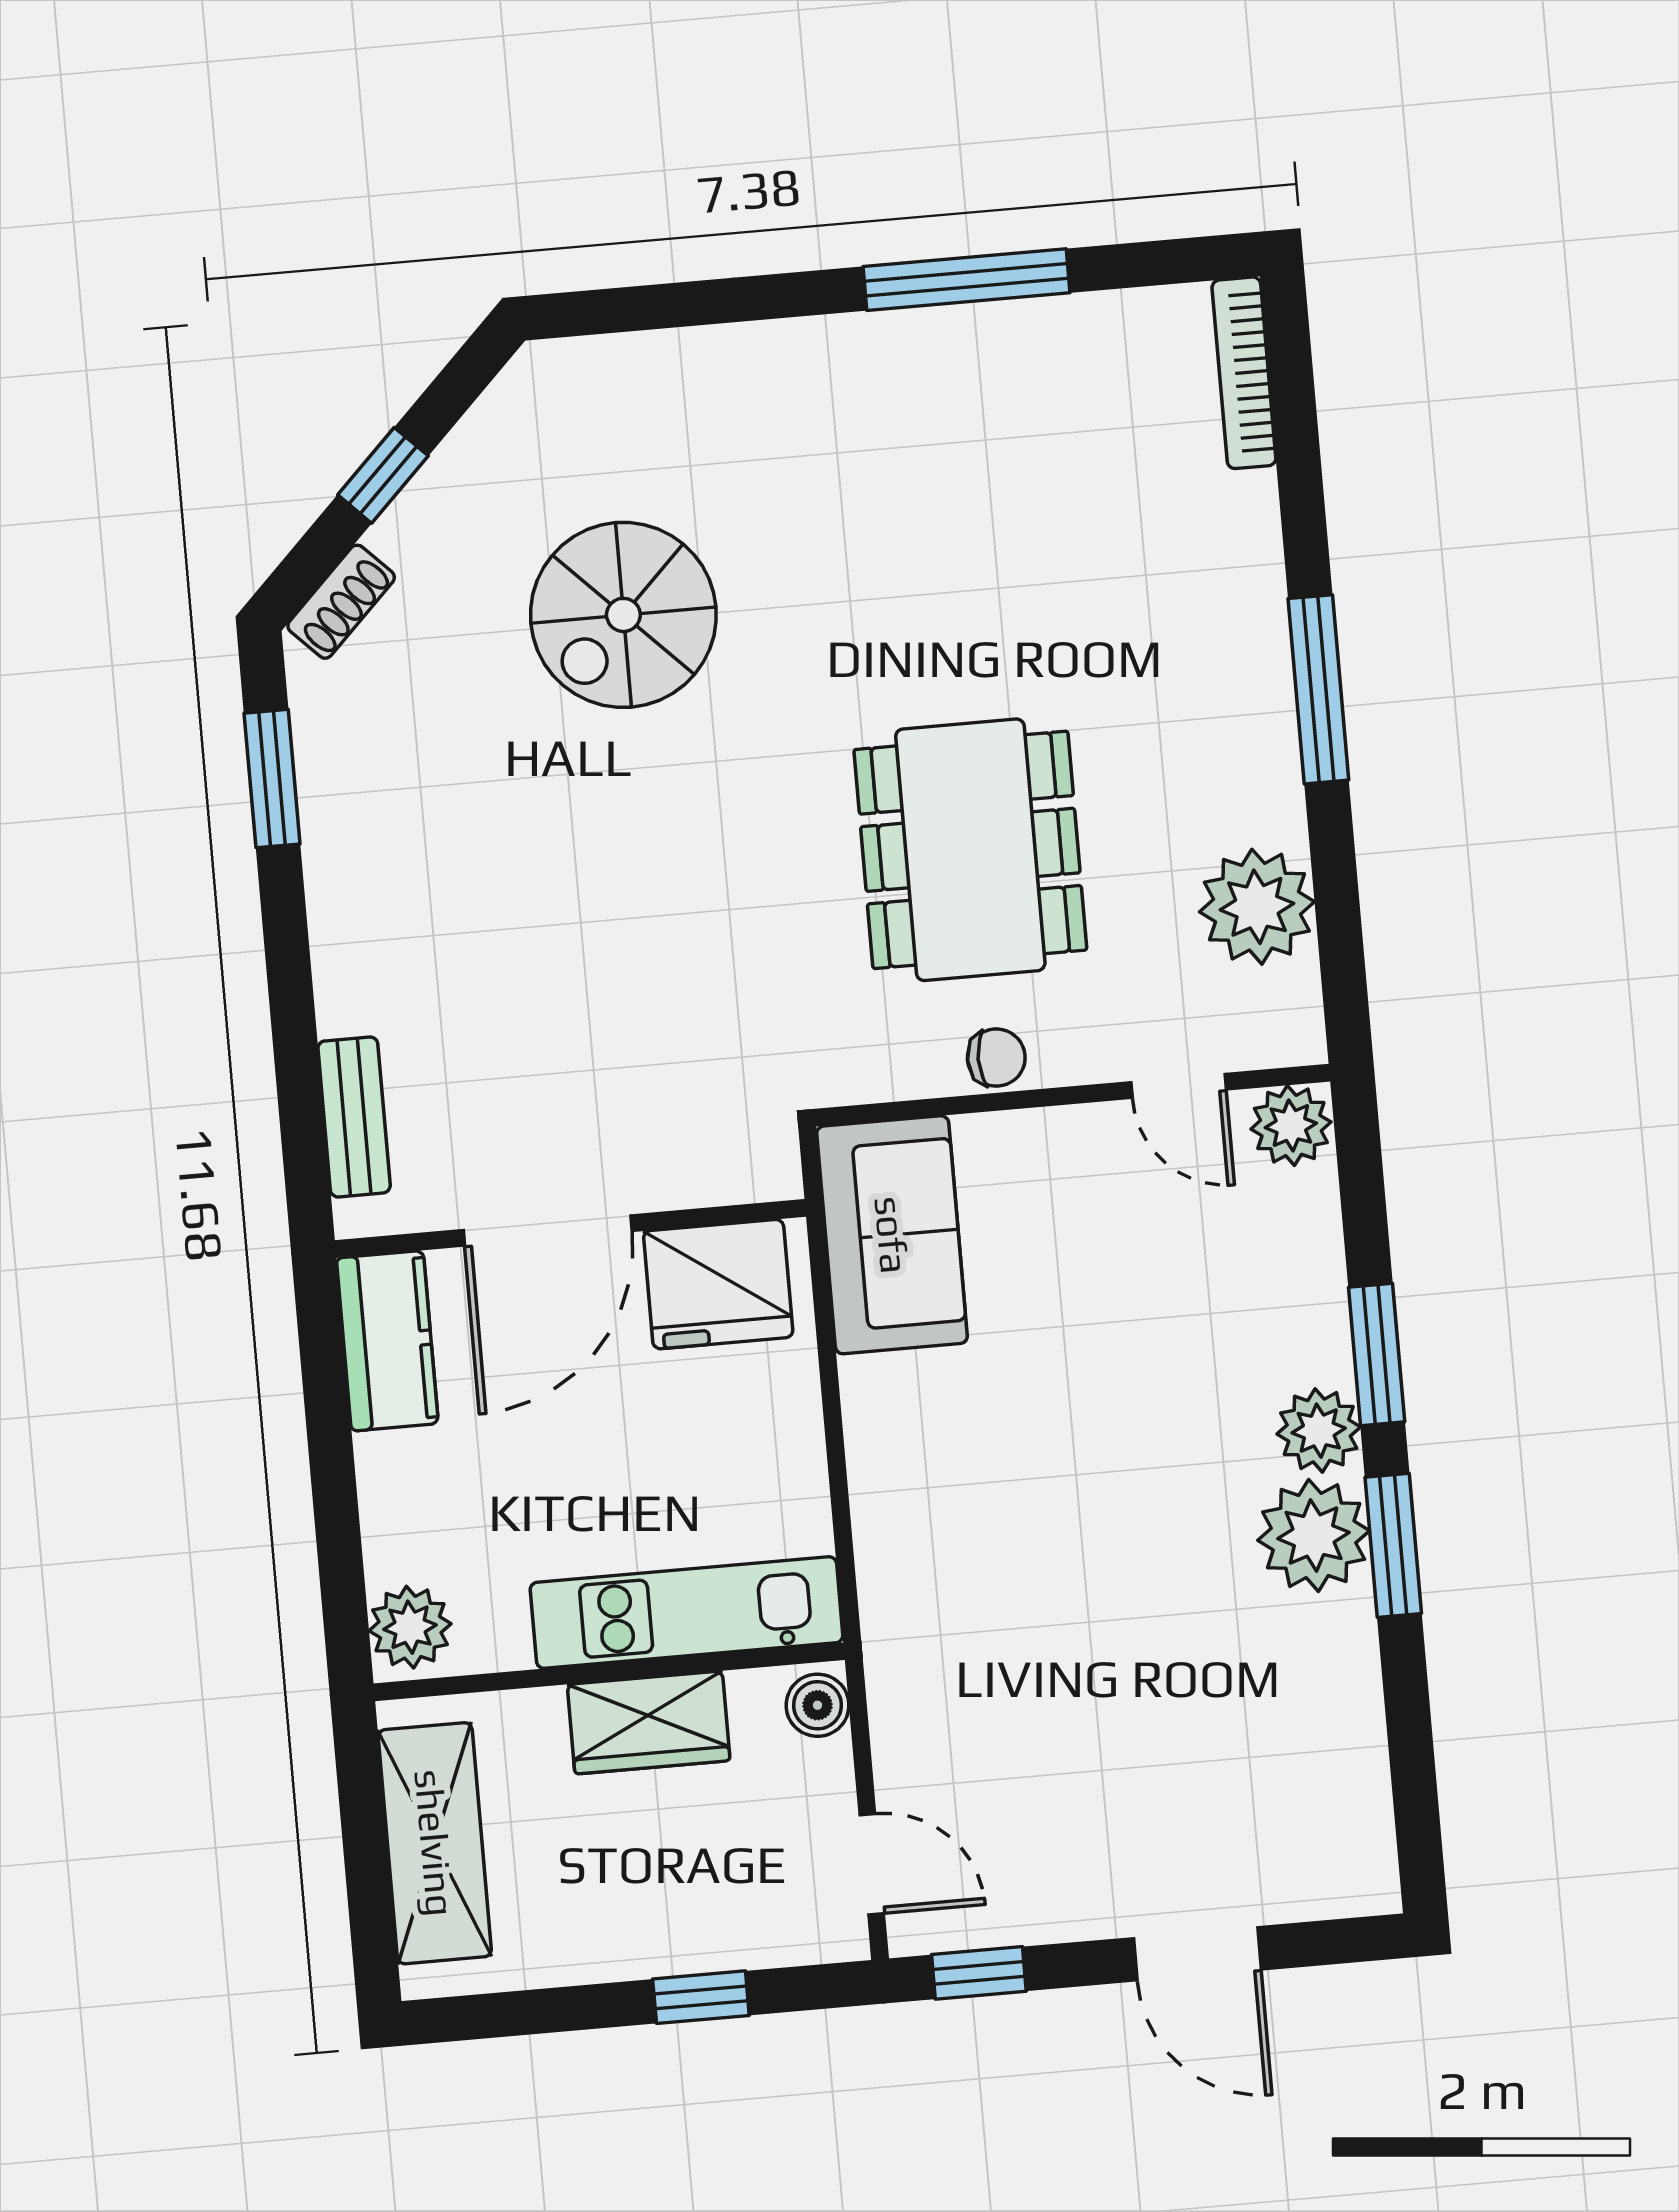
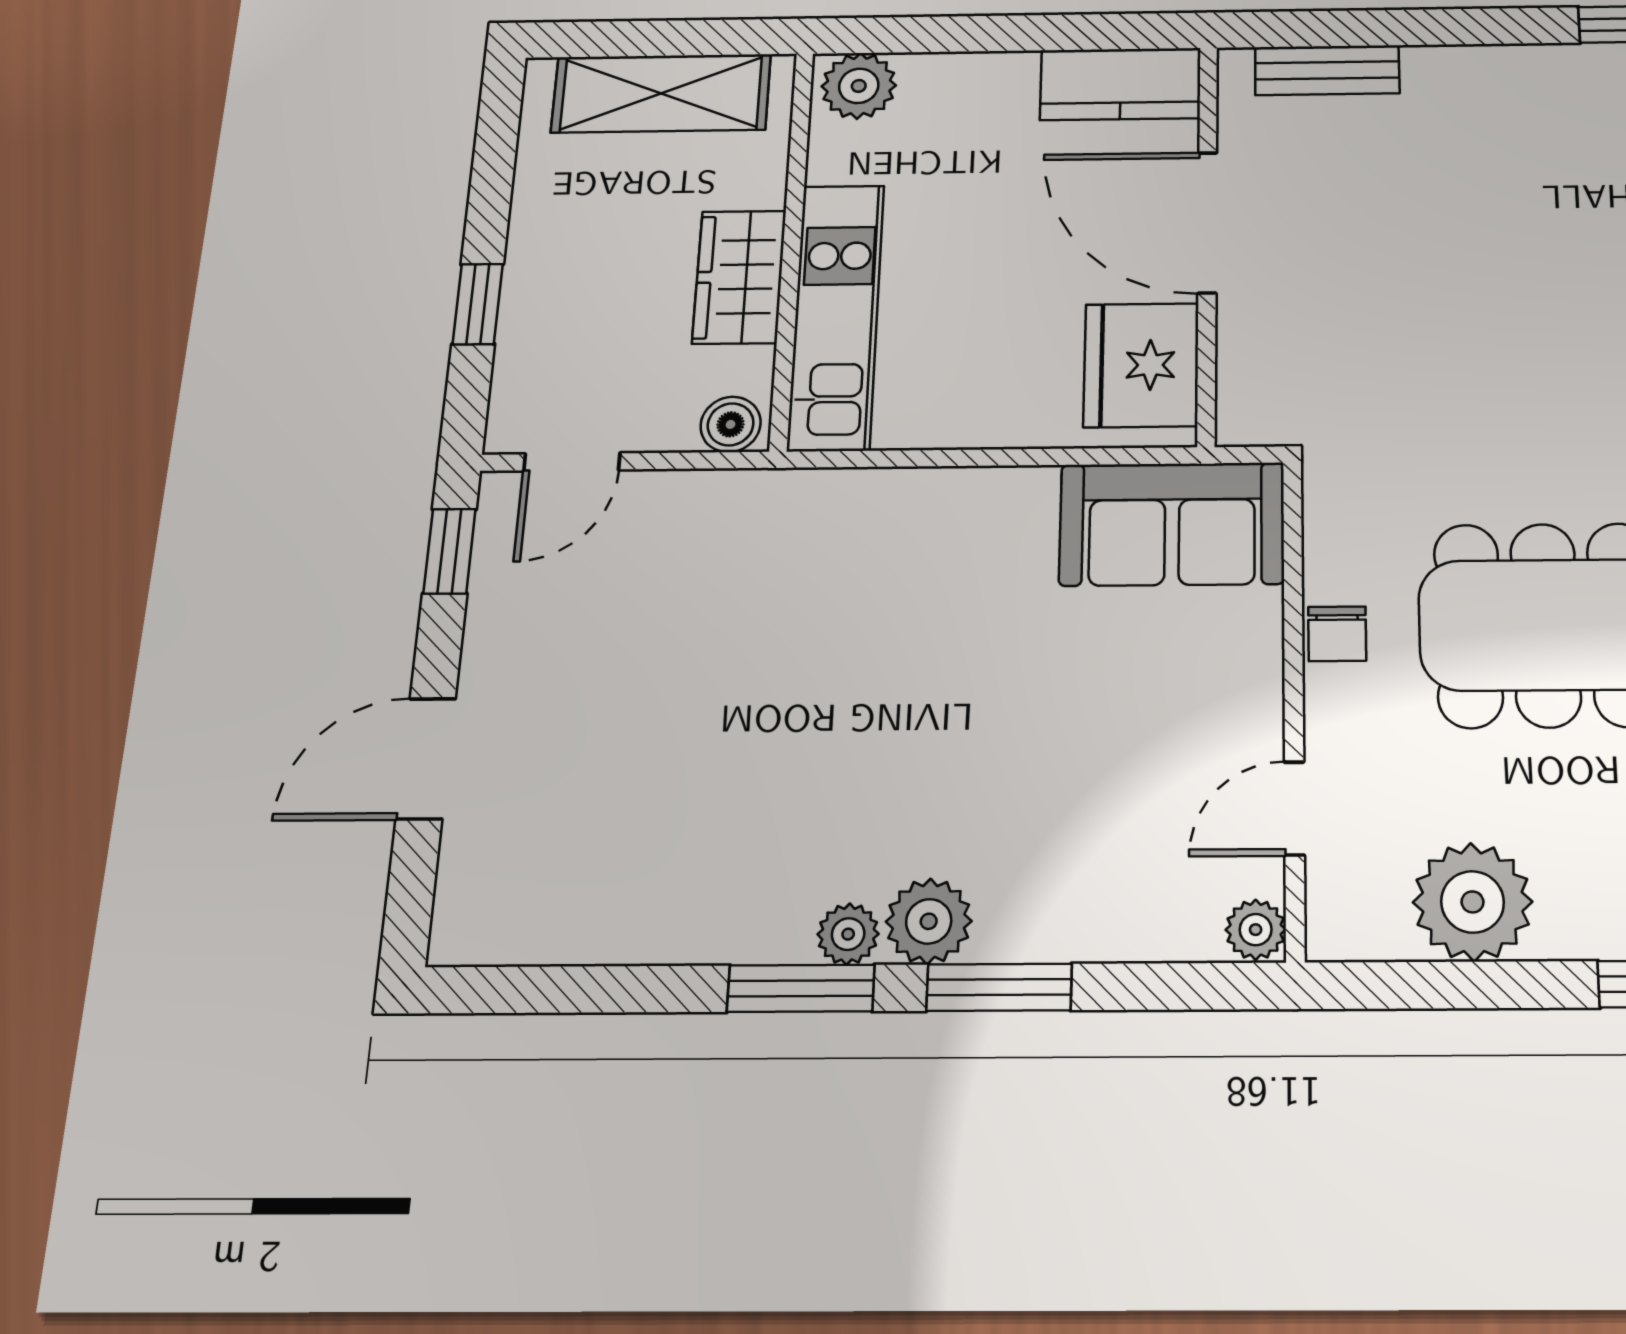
plant: (1291, 1125) -> (1256, 930), width x0.73, depth x0.73
plant: (1314, 1536) -> (848, 934), width x0.53, depth x0.53

